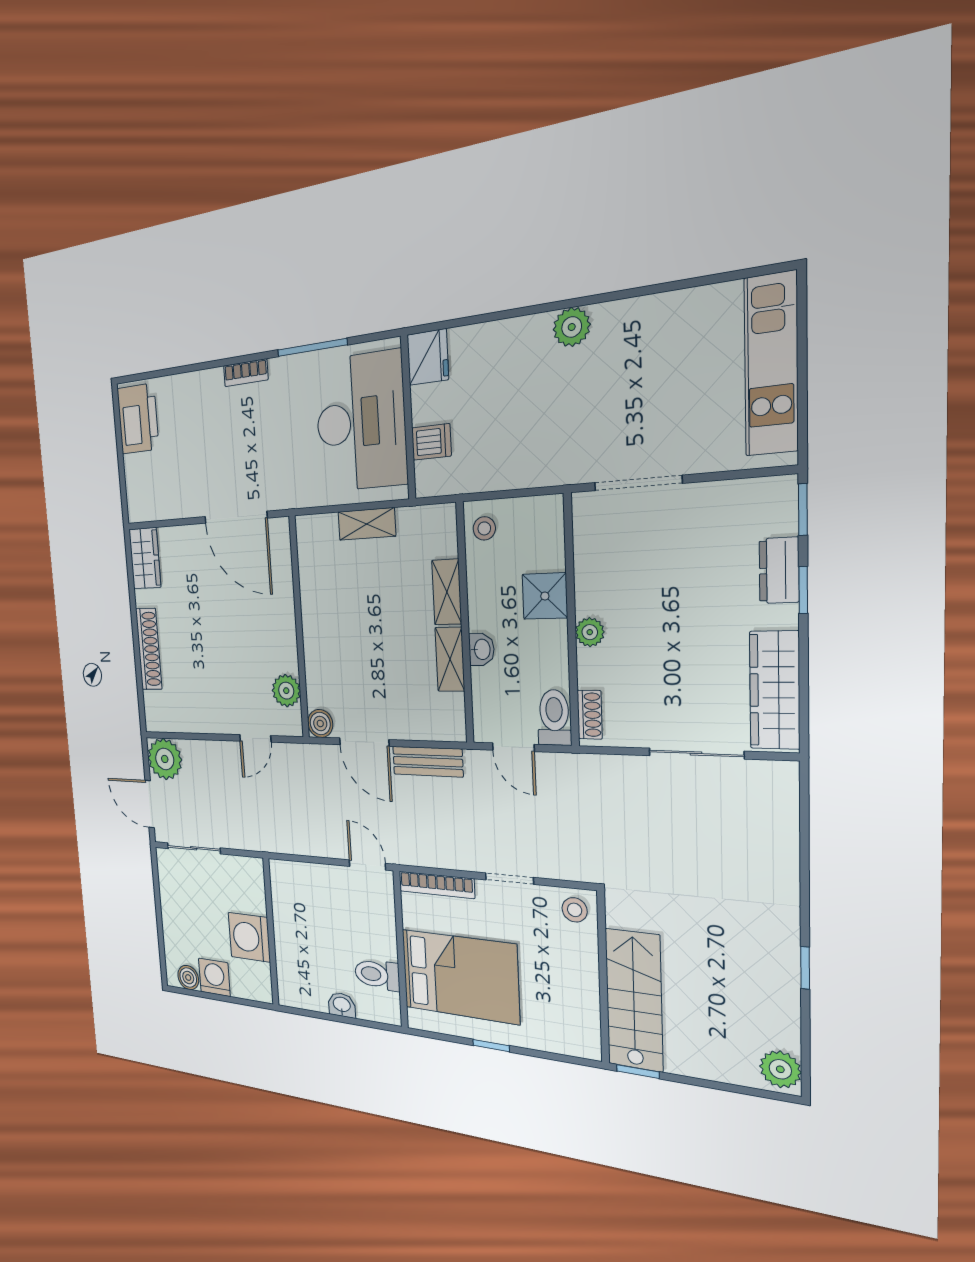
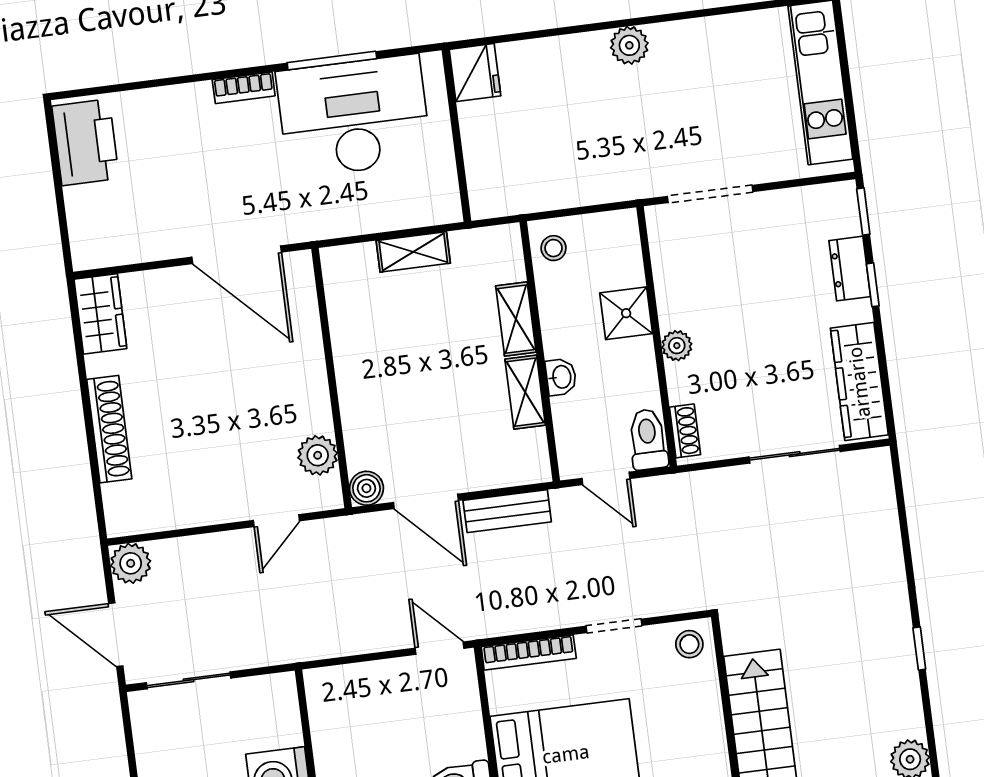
desk: (361, 422) -> (354, 116), moved, turned -90
dishwasher: (431, 442) -> (486, 160), removed
plant: (165, 759) -> (131, 563), width x0.73, depth x0.73

